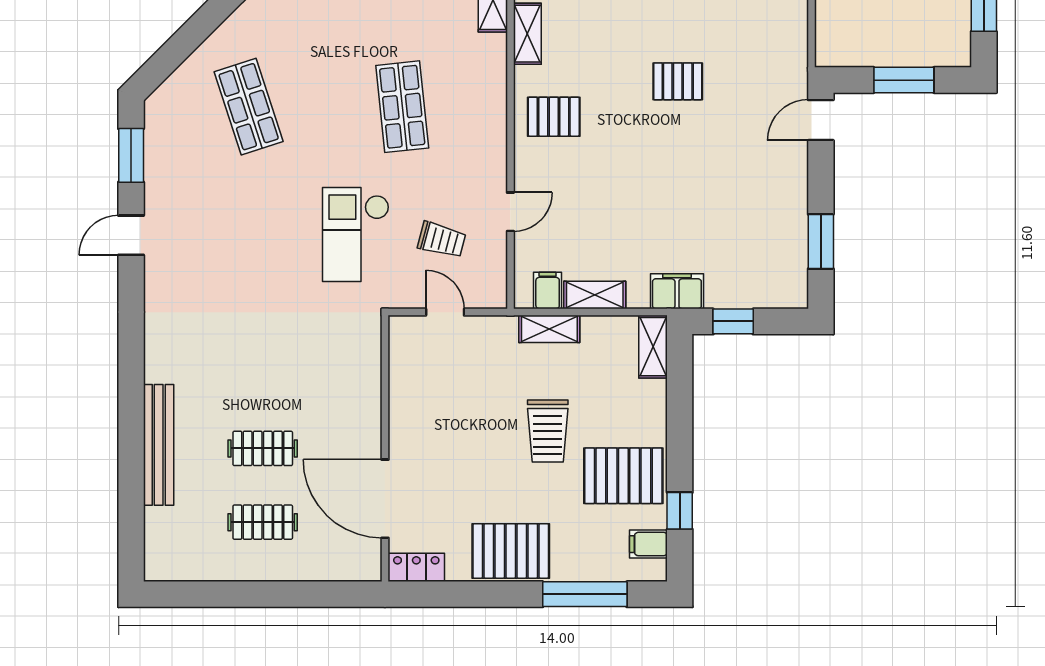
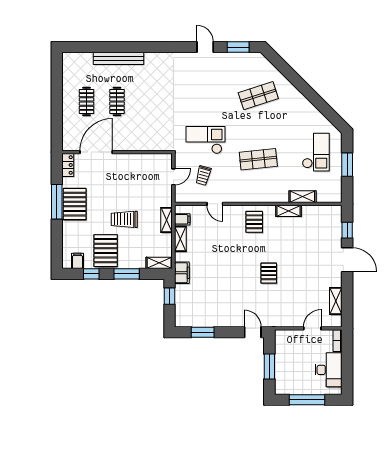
window: (680, 425) -> (127, 274), added
window: (585, 594) -> (57, 202), moved

